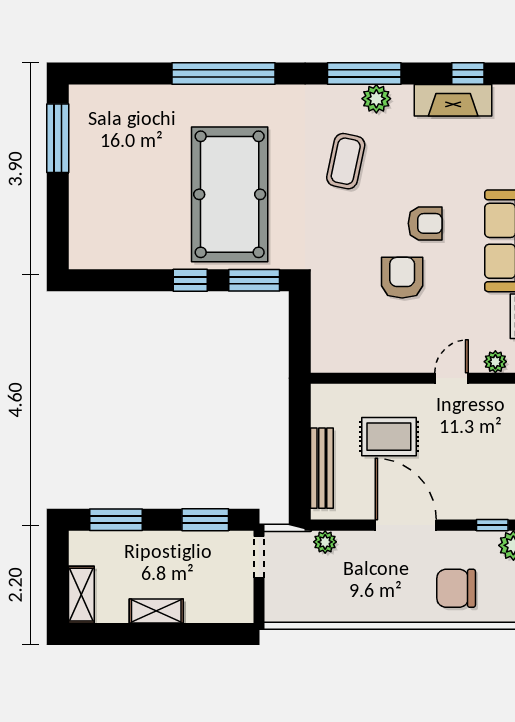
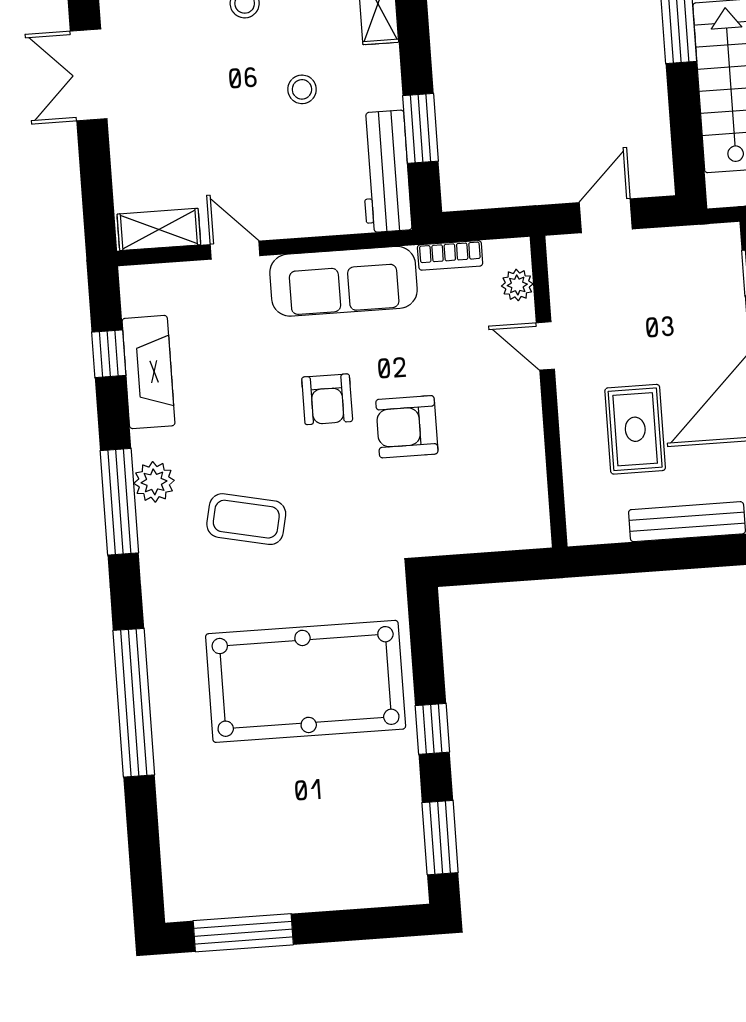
armchair: (425, 223) -> (327, 399), turned 180
window: (254, 280) -> (440, 838), moved

